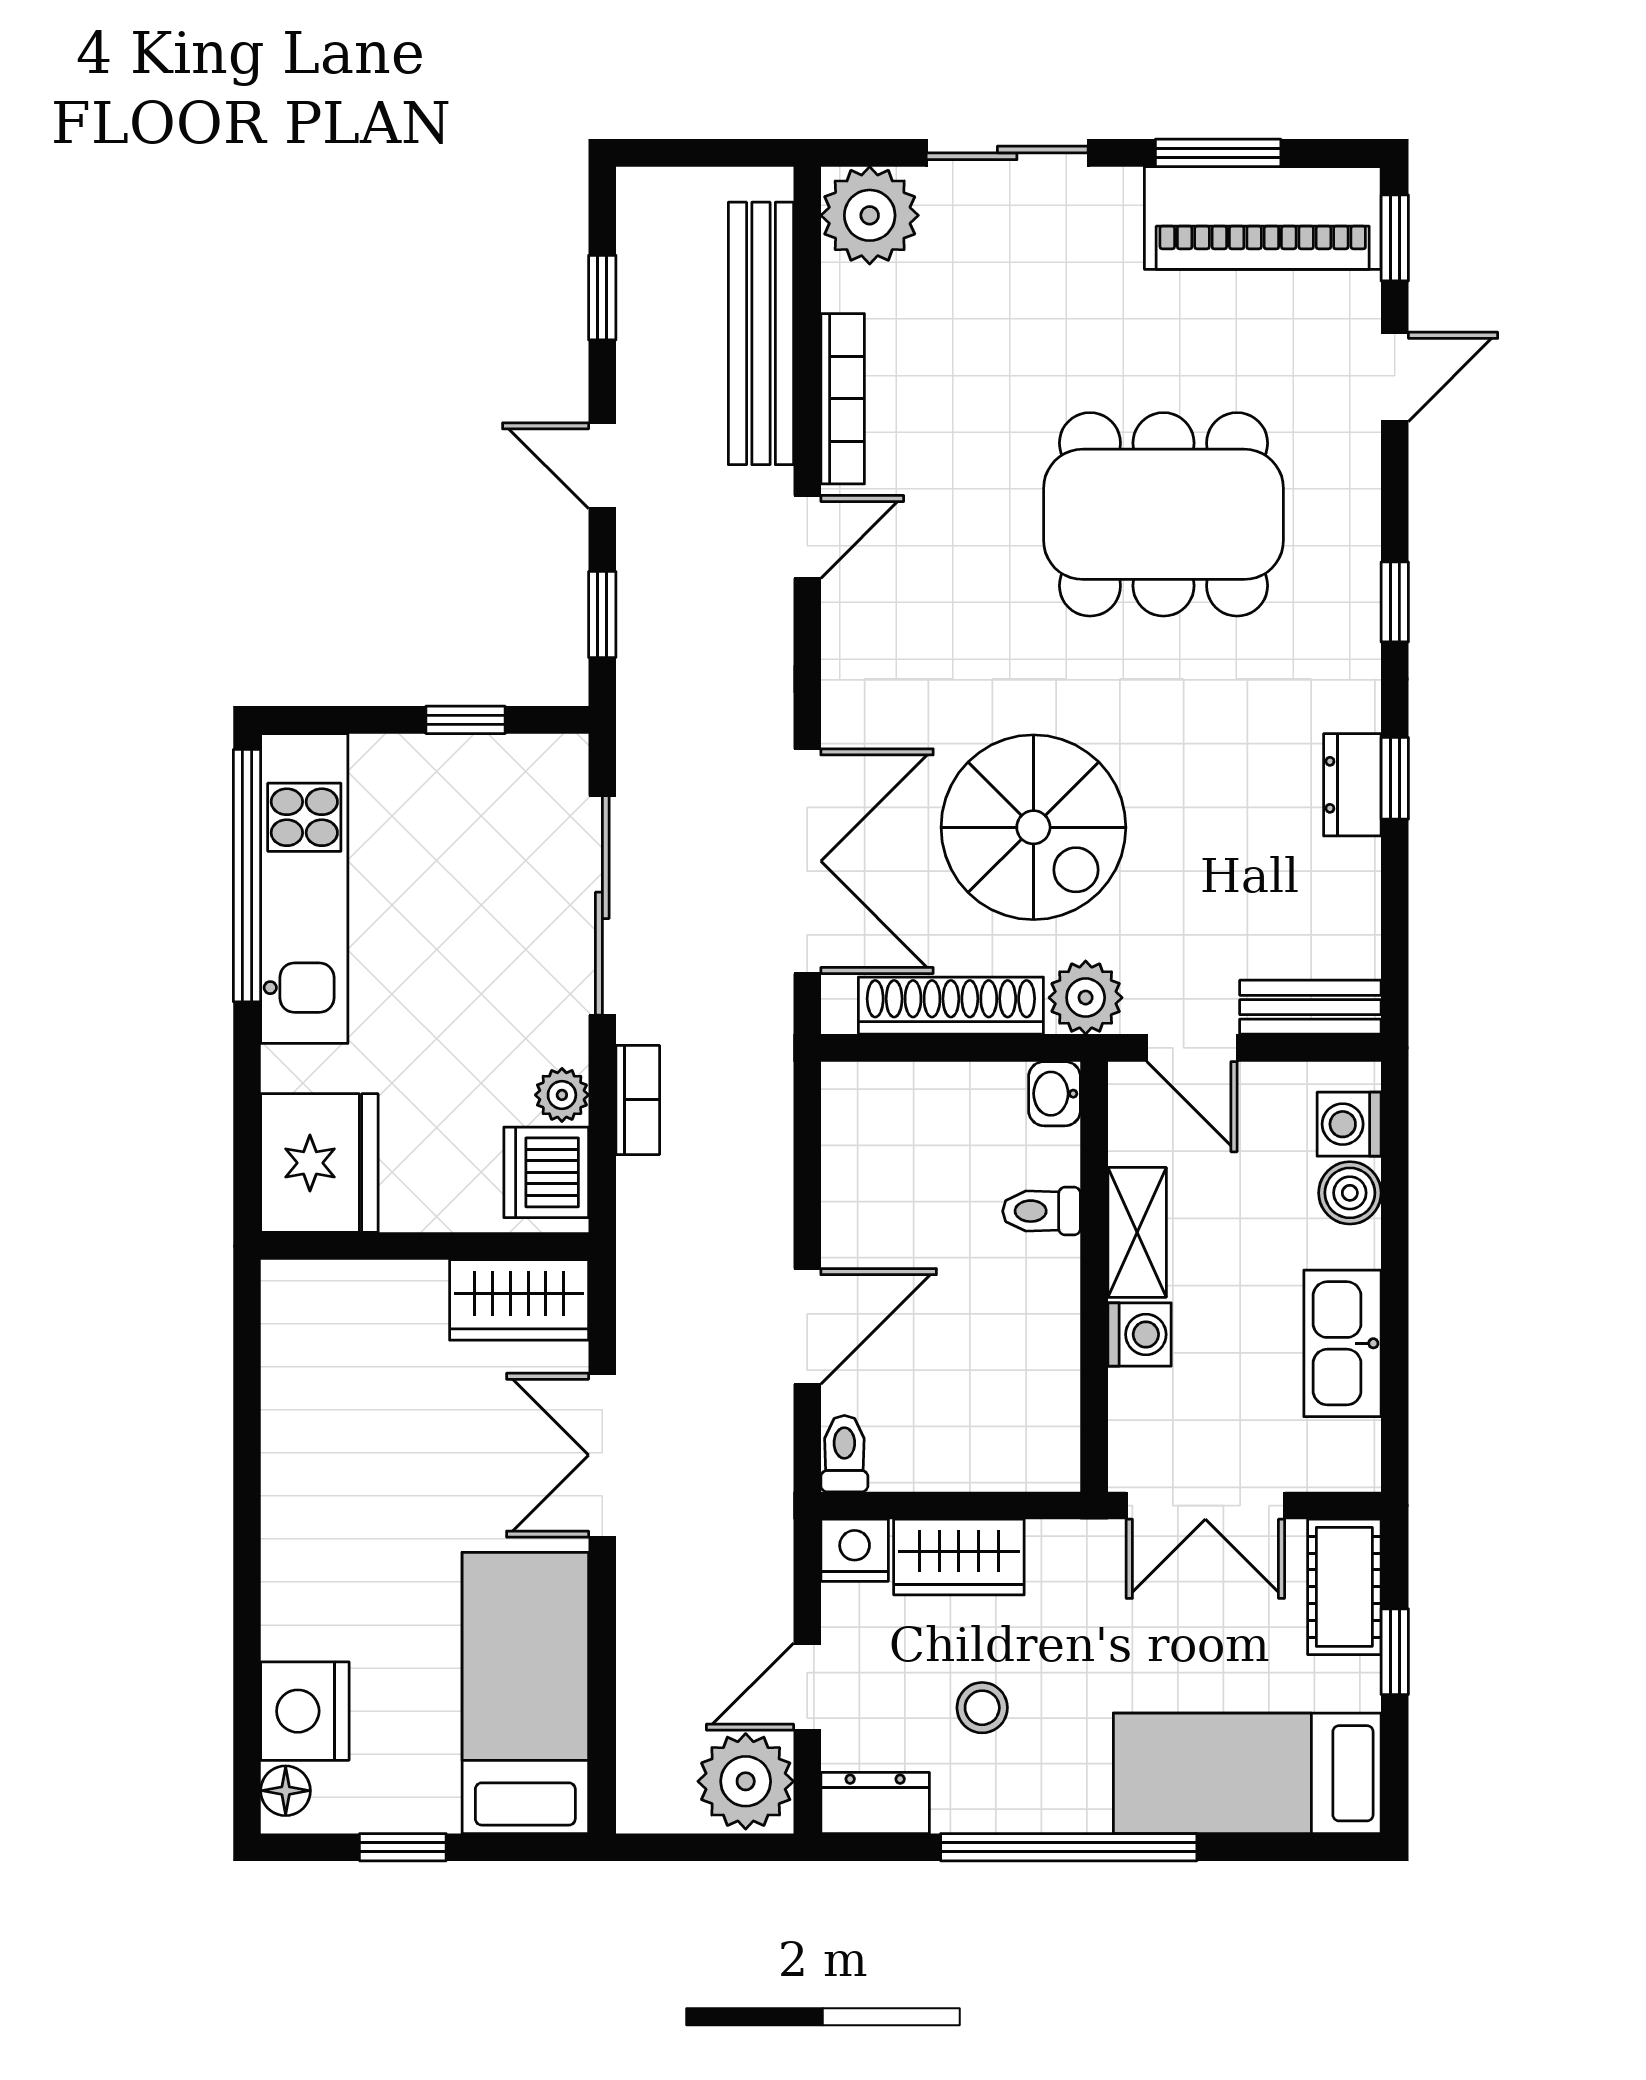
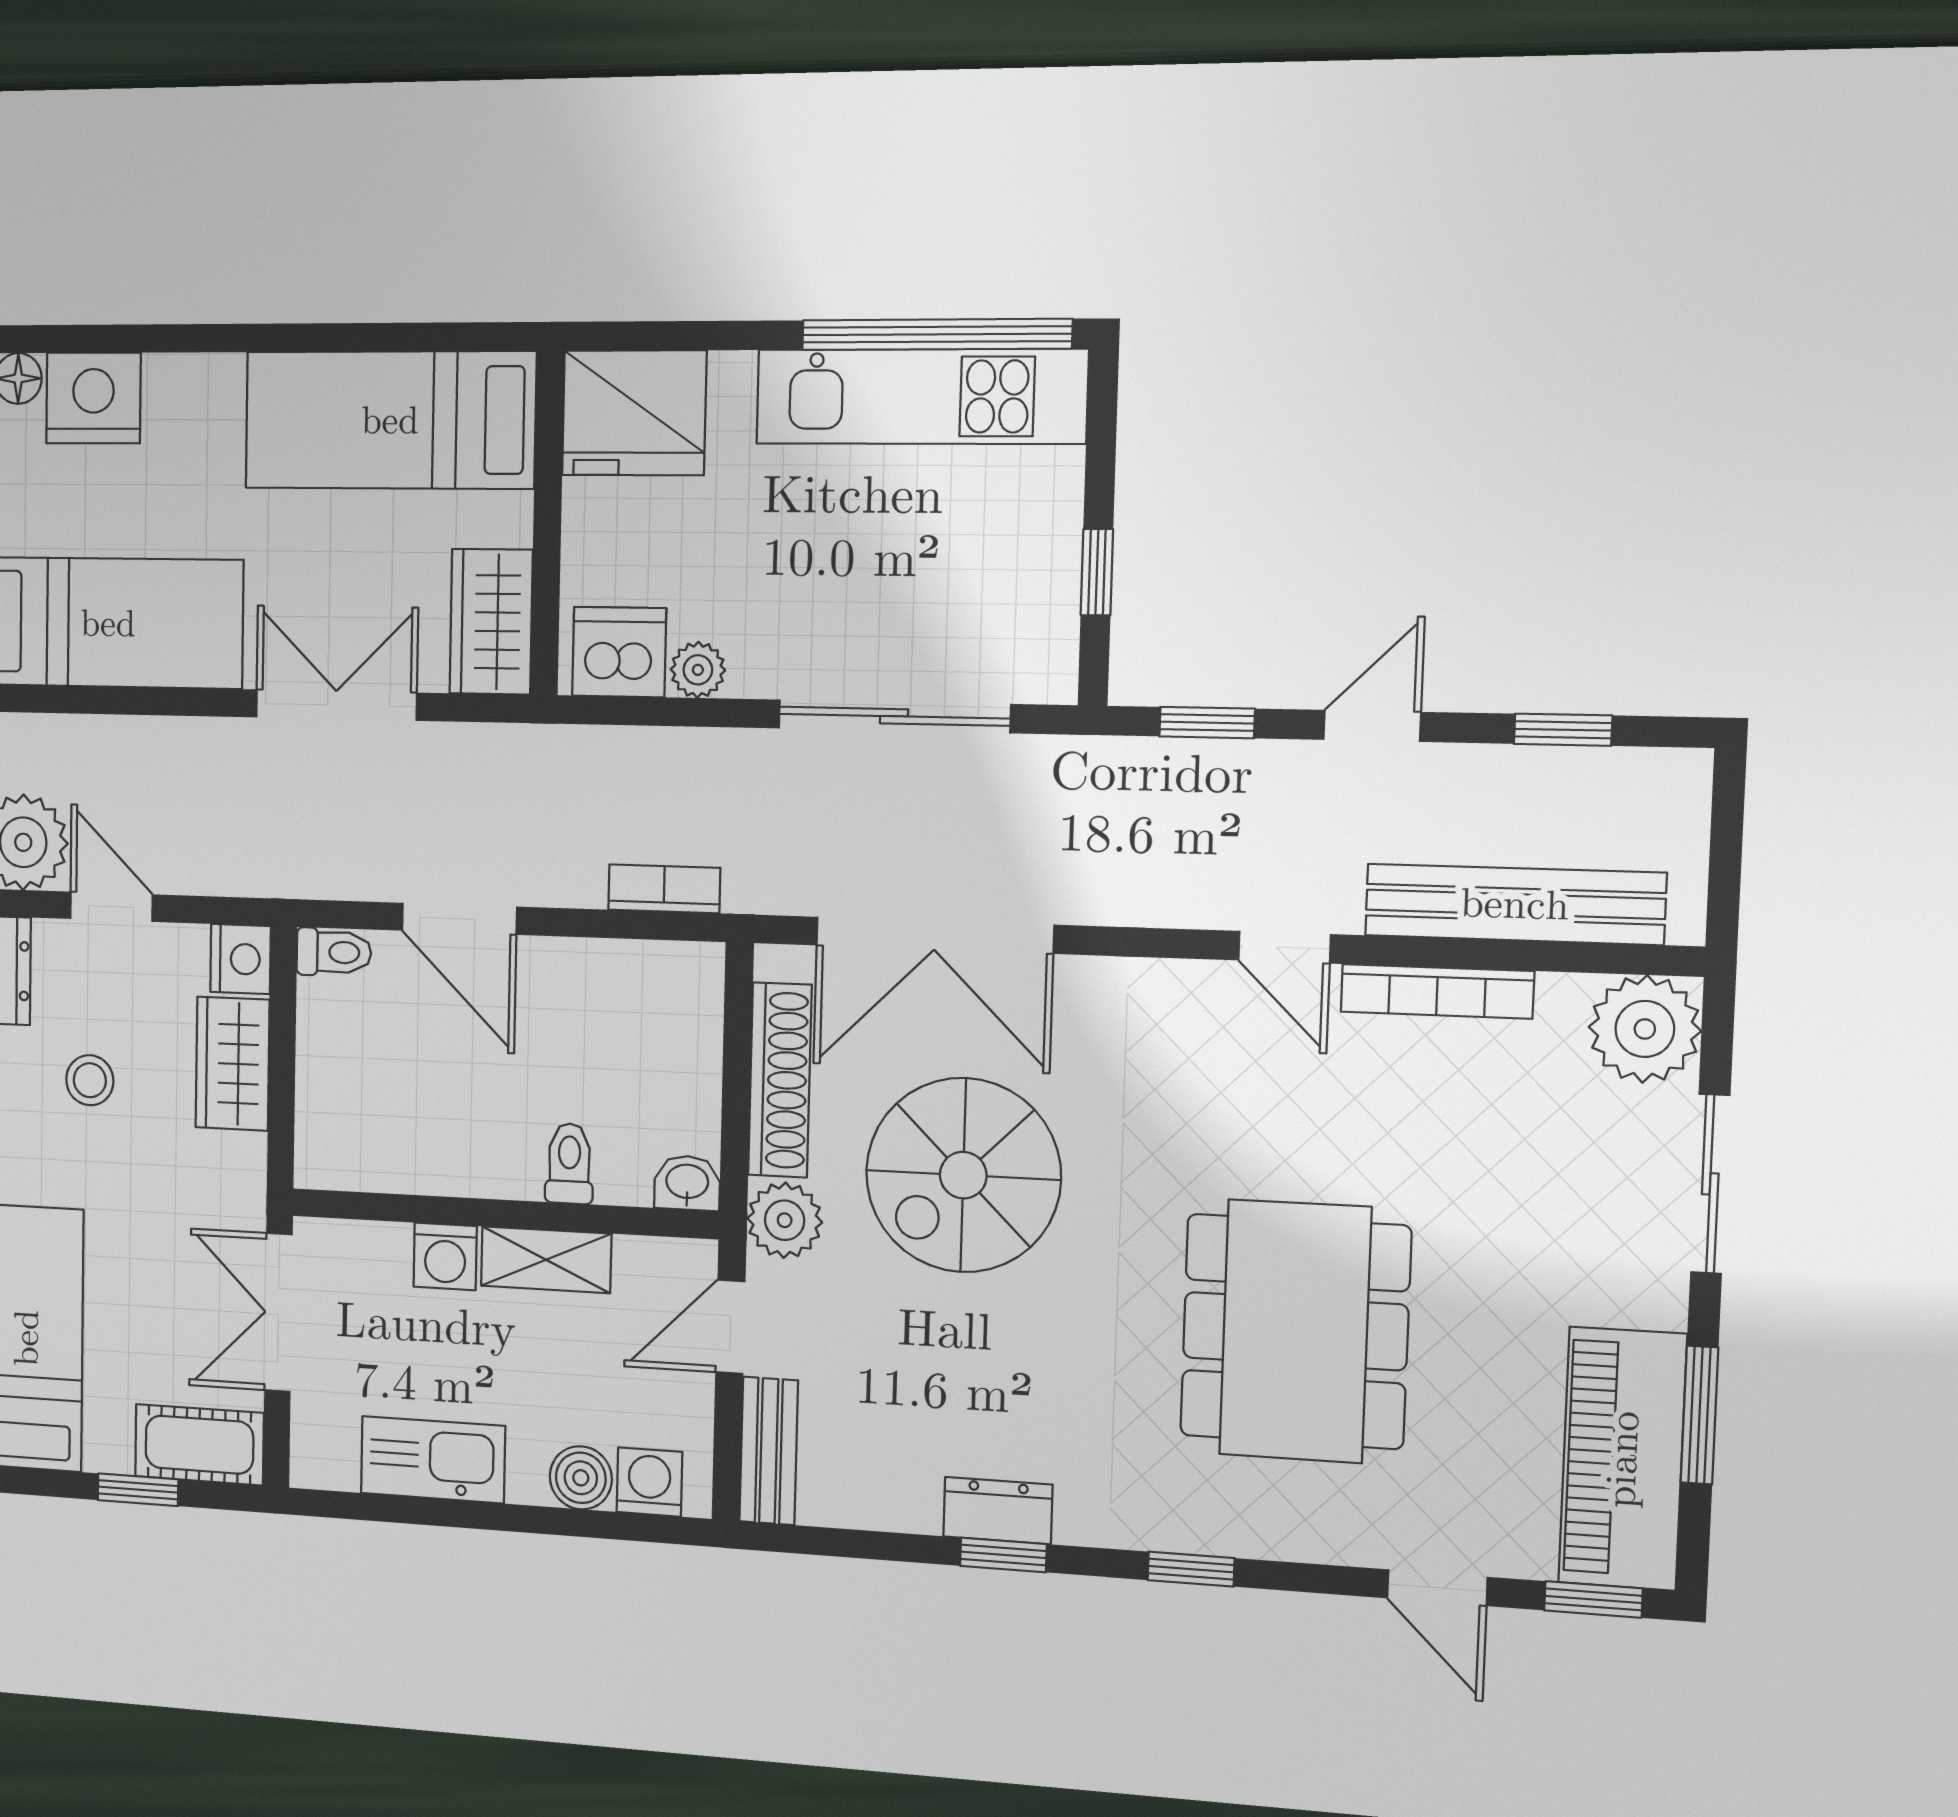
bookcase: (638, 1100) -> (664, 889), moved, turned 180
bed: (326, 1405) -> (390, 420), added

